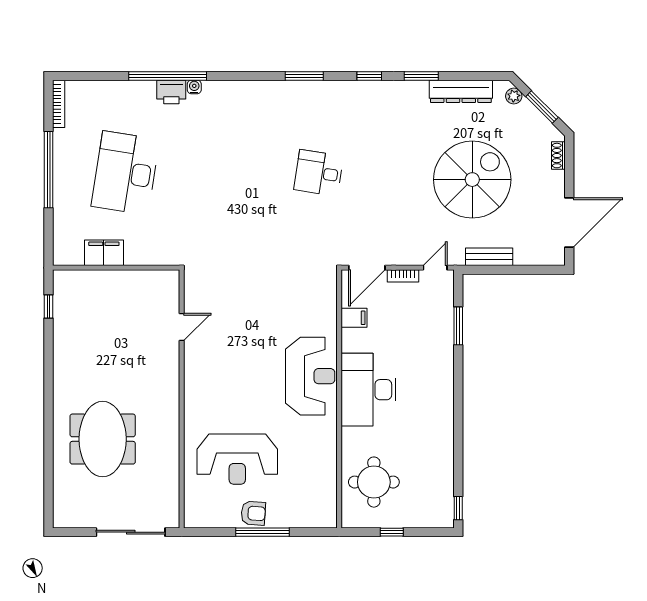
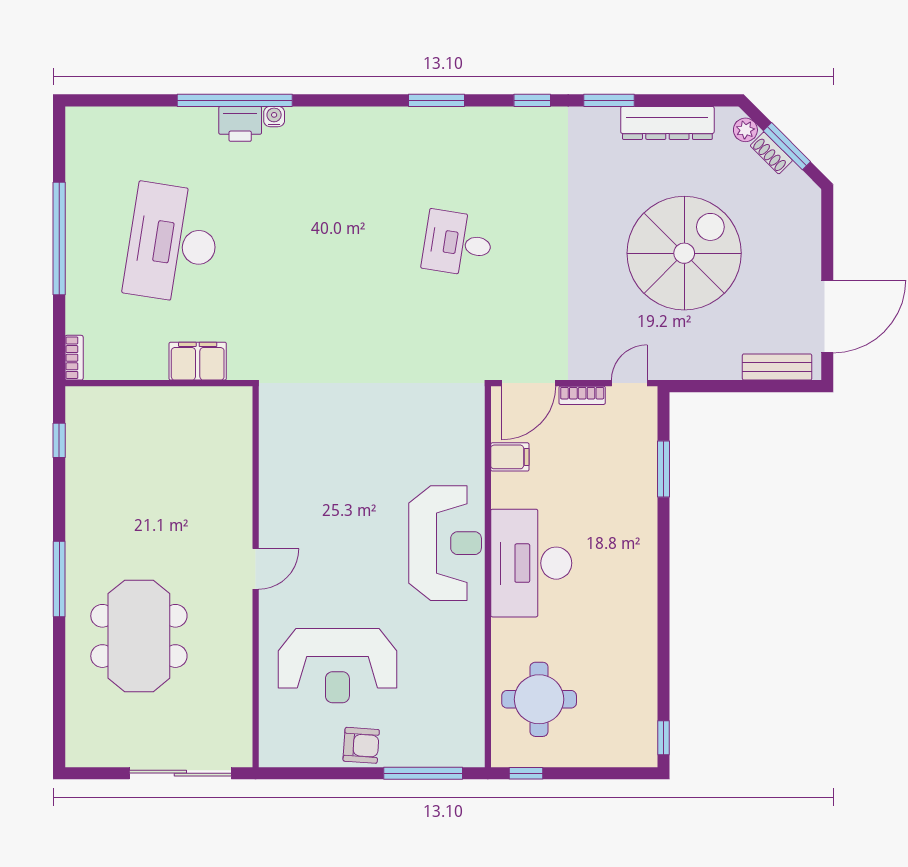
bookcase: (59, 104) -> (74, 358), moved, width x0.64
shoe rack: (558, 156) -> (771, 153), moved, turned -45
filing cabinet: (104, 253) -> (198, 361), moved
bench: (489, 257) -> (777, 367), moved
door: (182, 327) -> (256, 569), moved
window: (49, 400) -> (59, 579), added
window: (262, 532) -> (423, 773), moved
window: (392, 532) -> (526, 773), moved

